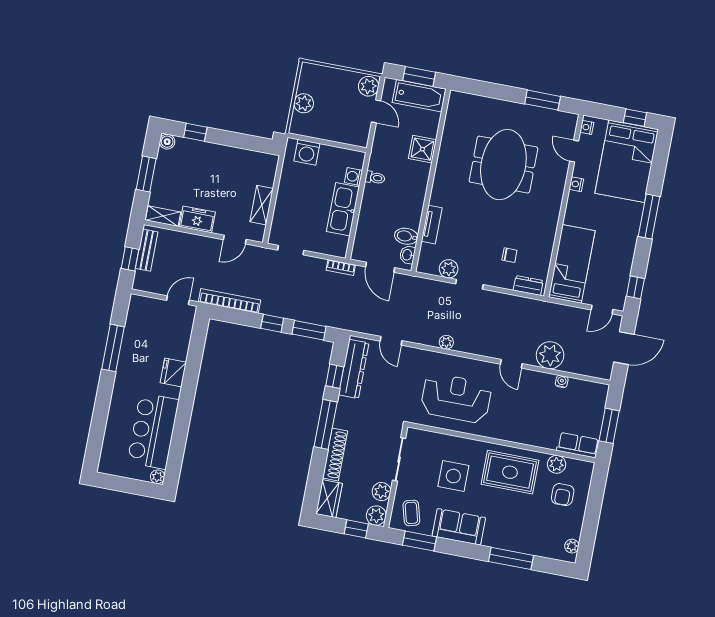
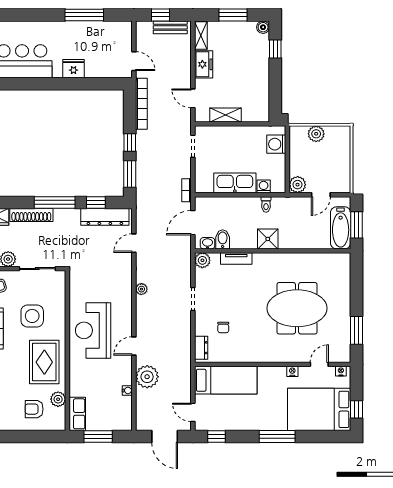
plant: (369, 86) -> (298, 185), moved
shower: (422, 149) -> (268, 239), moved
plant: (449, 269) -> (202, 260), moved
reception desk: (456, 398) -> (93, 330), moved, turned 180

